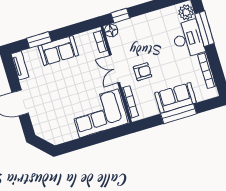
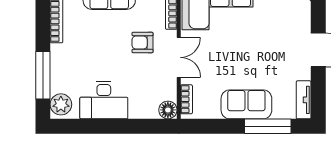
window: (120, 16) -> (150, 126), removed
desk: (188, 39) -> (104, 100), moved, turned -90
window: (39, 40) -> (268, 126), width x1.44

